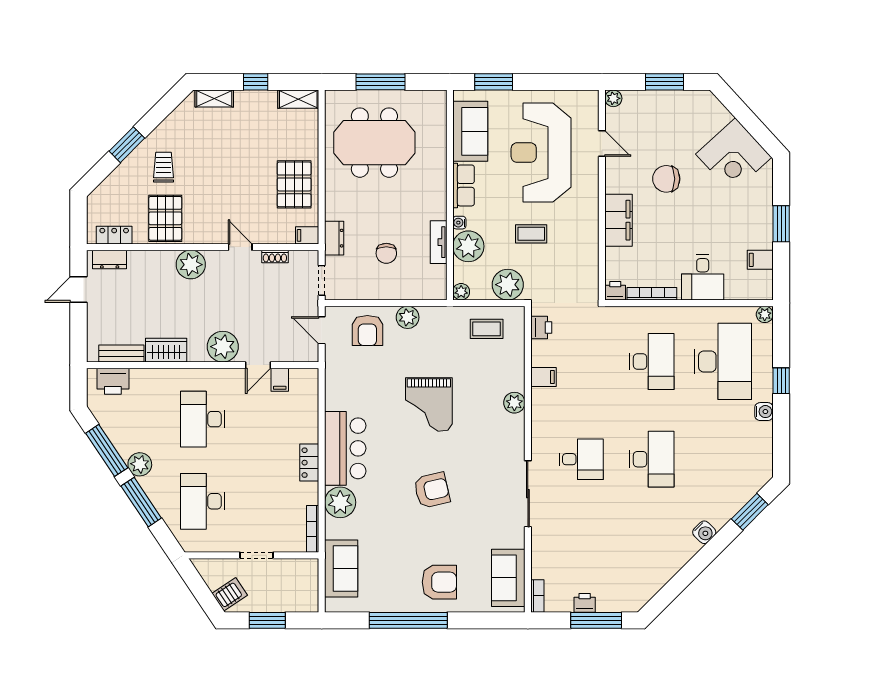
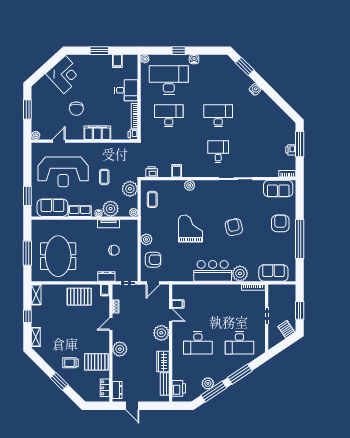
grand piano: (429, 404) -> (190, 229), turned -90
locker: (309, 463) -> (220, 289), removed
plant: (140, 464) -> (208, 383), moved

